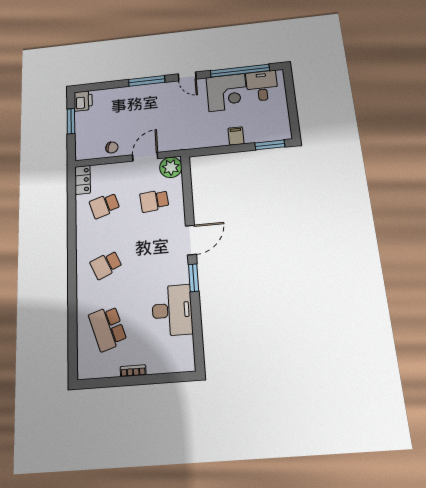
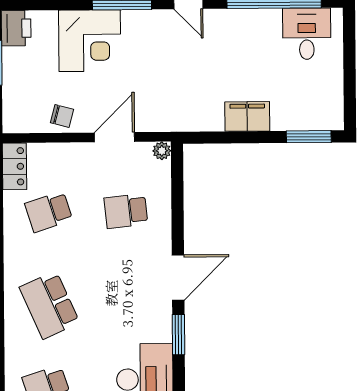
corner desk: (227, 93) -> (90, 41), moved
filing cabinet: (236, 136) -> (247, 116), width x2.00
plant: (171, 167) -> (162, 151), width x0.53, depth x0.53
school desk: (106, 265) -> (49, 305), width x1.85

